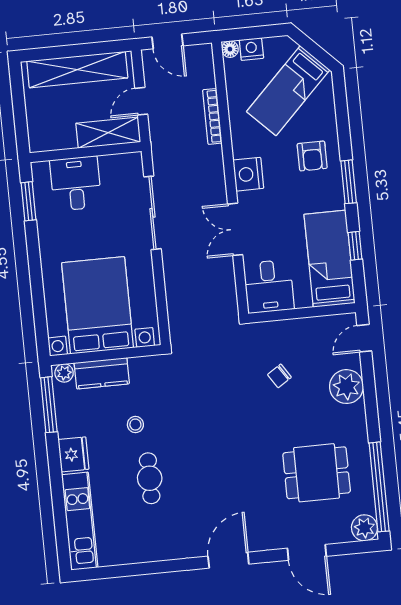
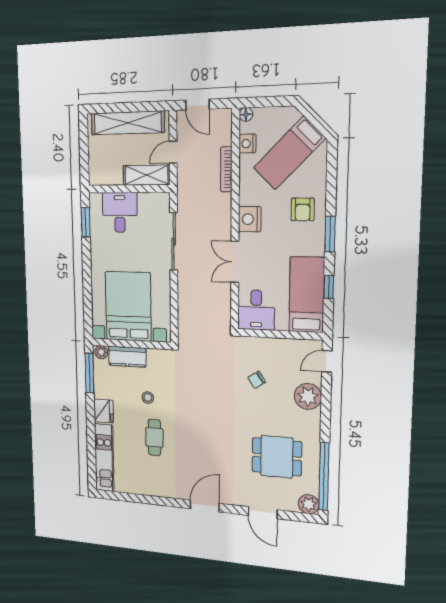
nightstand: (251, 49) -> (247, 144), moved, turned -90

